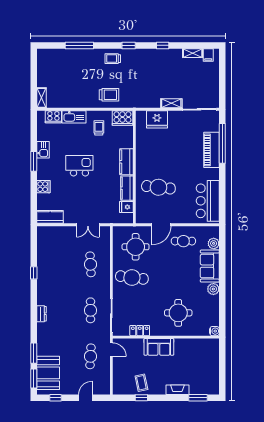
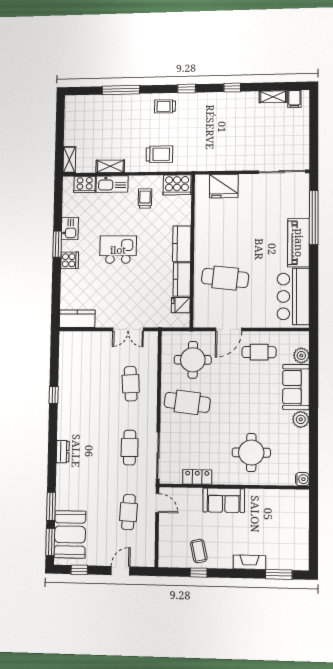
shelving: (171, 103) -> (110, 166), moved
piano: (211, 150) -> (299, 243), moved
cooker: (43, 187) -> (70, 260), moved

